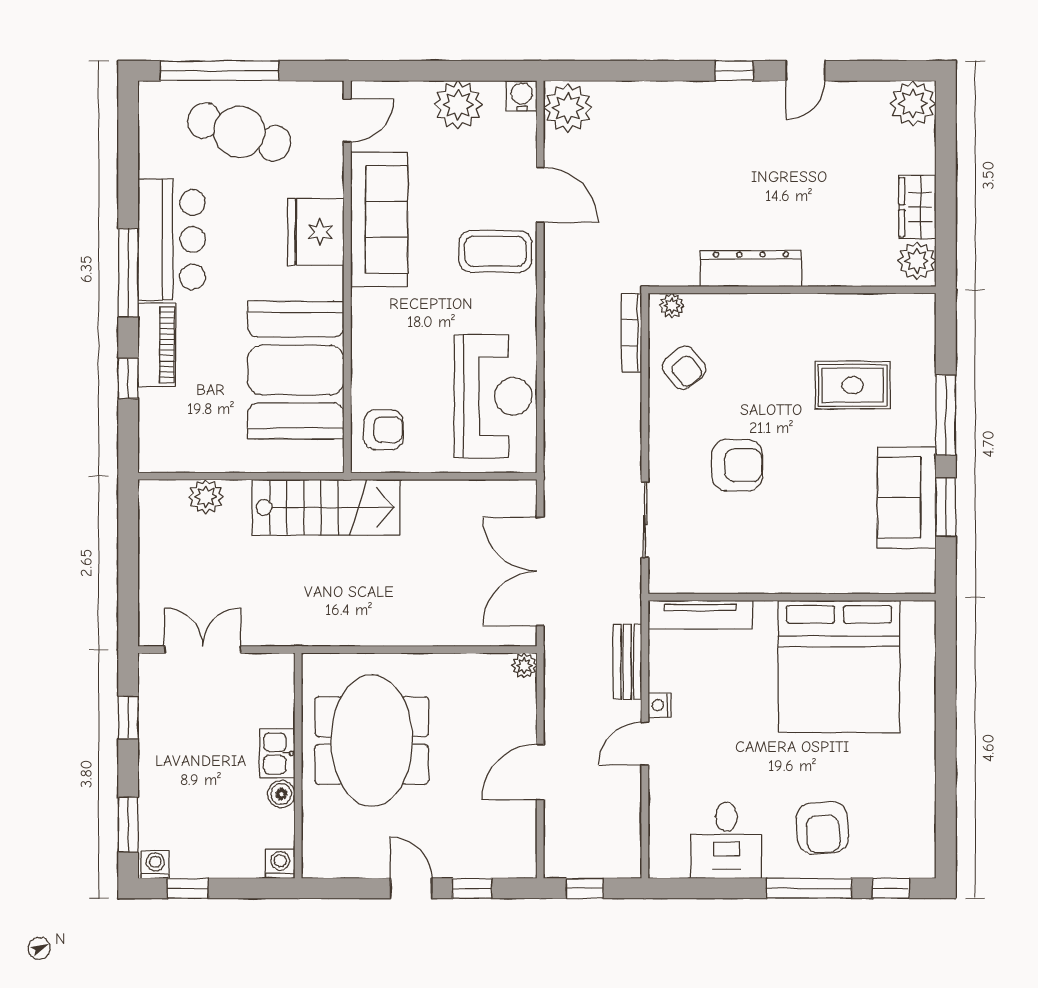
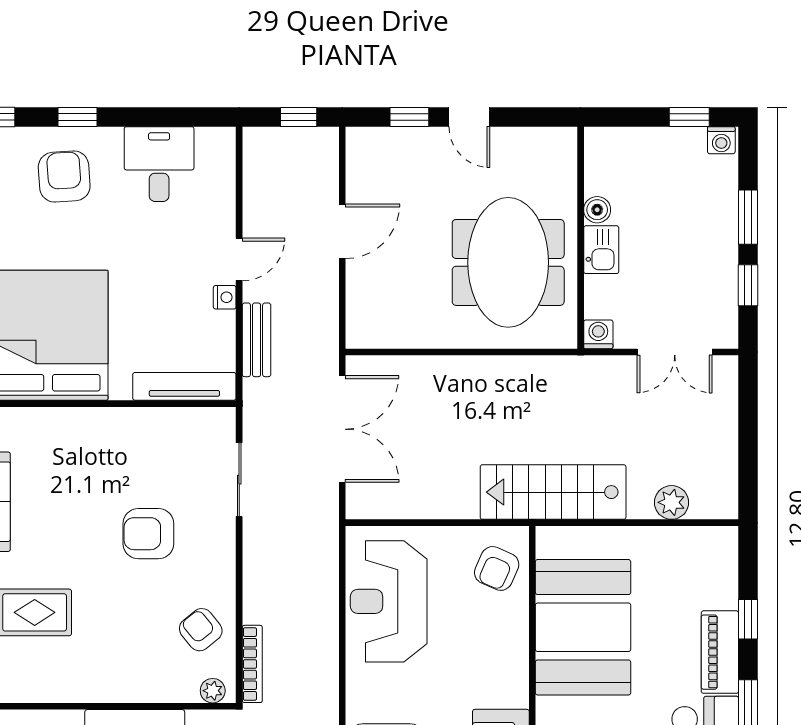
armchair: (383, 430) -> (497, 568), turned -66
plant: (524, 665) -> (358, 336), removed
window: (128, 825) -> (748, 217), moved
washing machine: (280, 864) -> (598, 334), moved, turned 180
window: (809, 888) -> (78, 117), width x0.46

